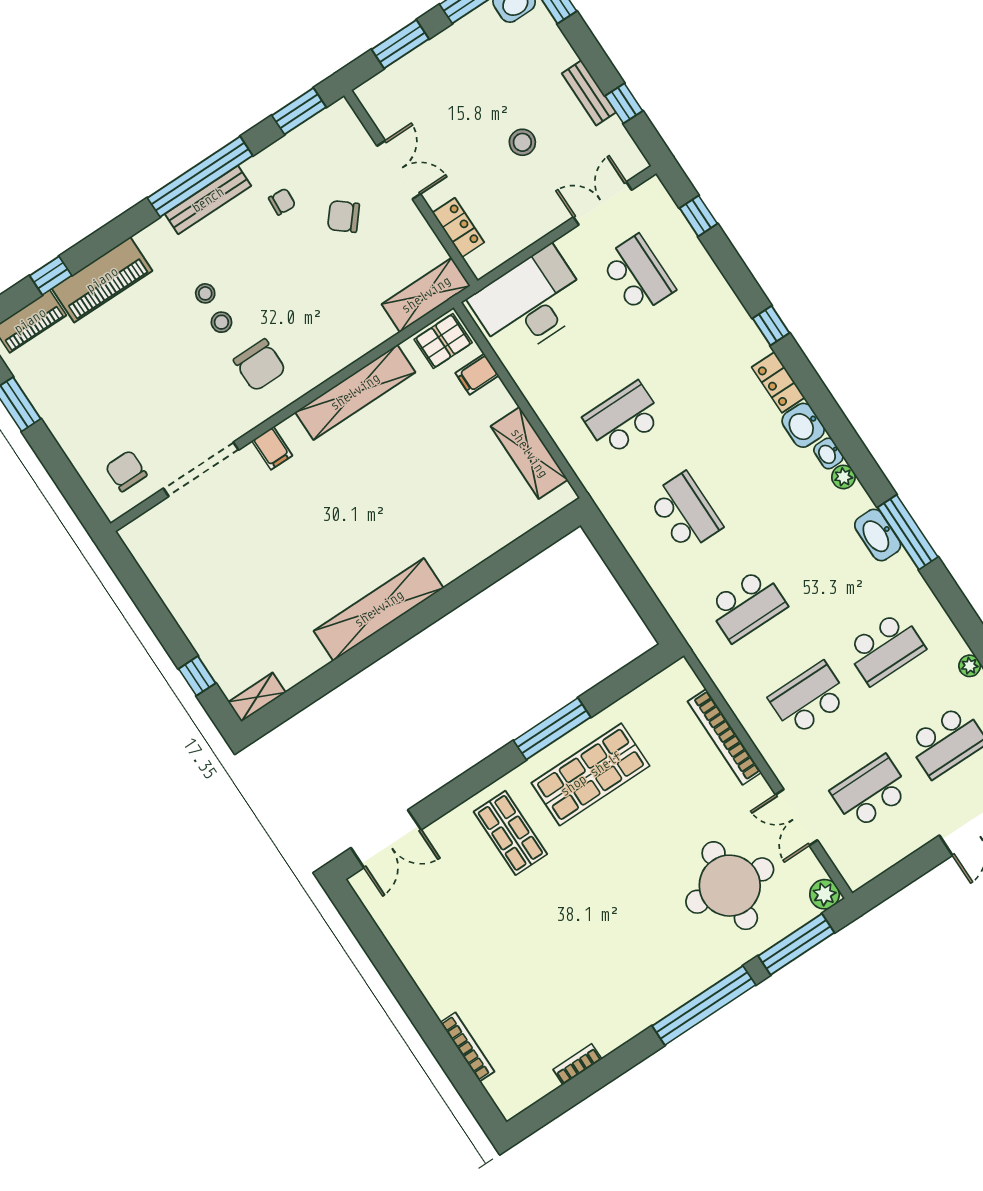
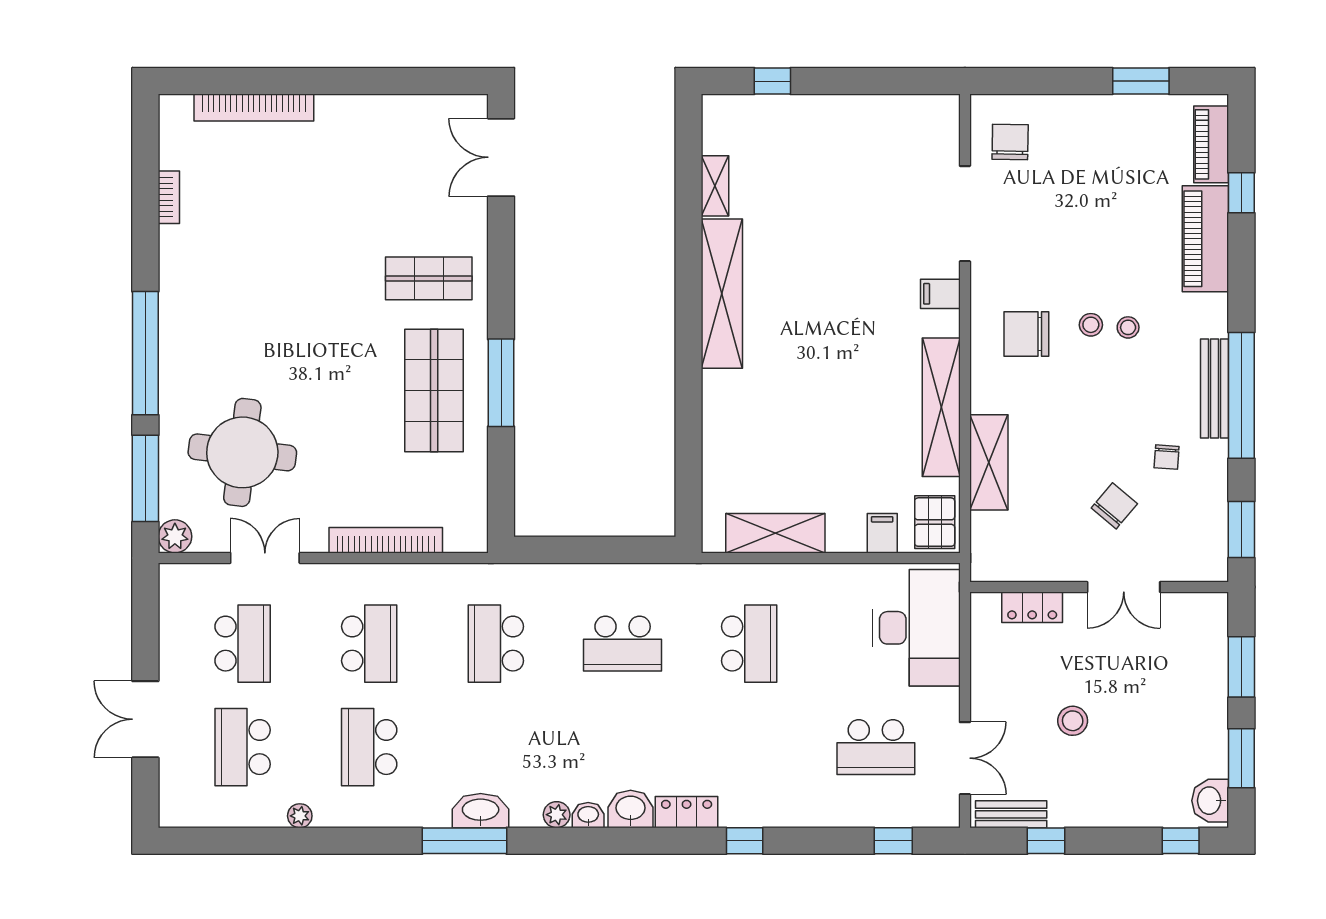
bench: (589, 93) -> (1011, 814), moved
shelving: (426, 295) -> (989, 462), moved
chair: (126, 471) -> (1010, 142), turned -89
shelving: (257, 697) -> (715, 186), moved
bookcase: (467, 1047) -> (254, 108), width x1.48, depth x1.31

